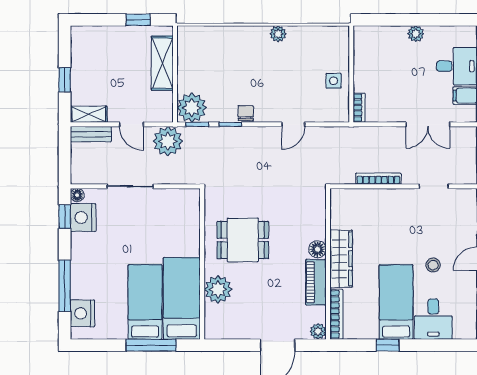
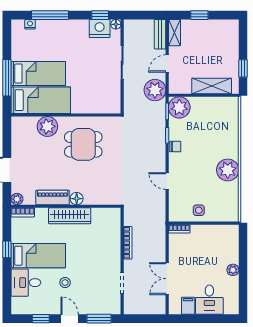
plant: (278, 34) -> (228, 170), width x1.88, depth x1.88
dining table: (243, 240) -> (83, 144), turned 90
nightstand: (83, 313) -> (30, 24), width x0.53, depth x0.56
bookcase: (336, 314) -> (23, 212), width x0.64

